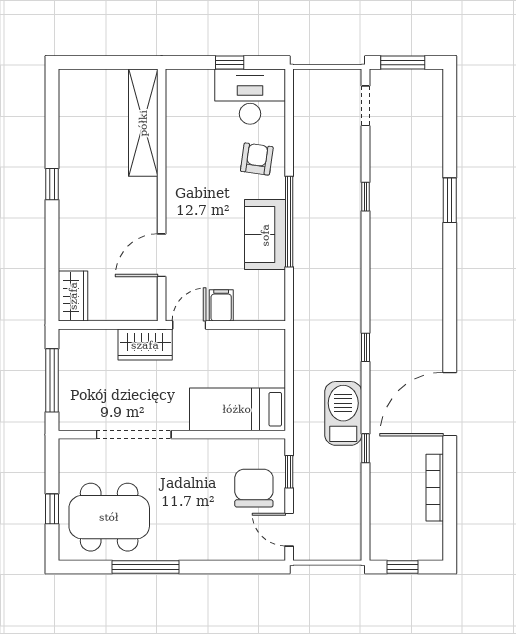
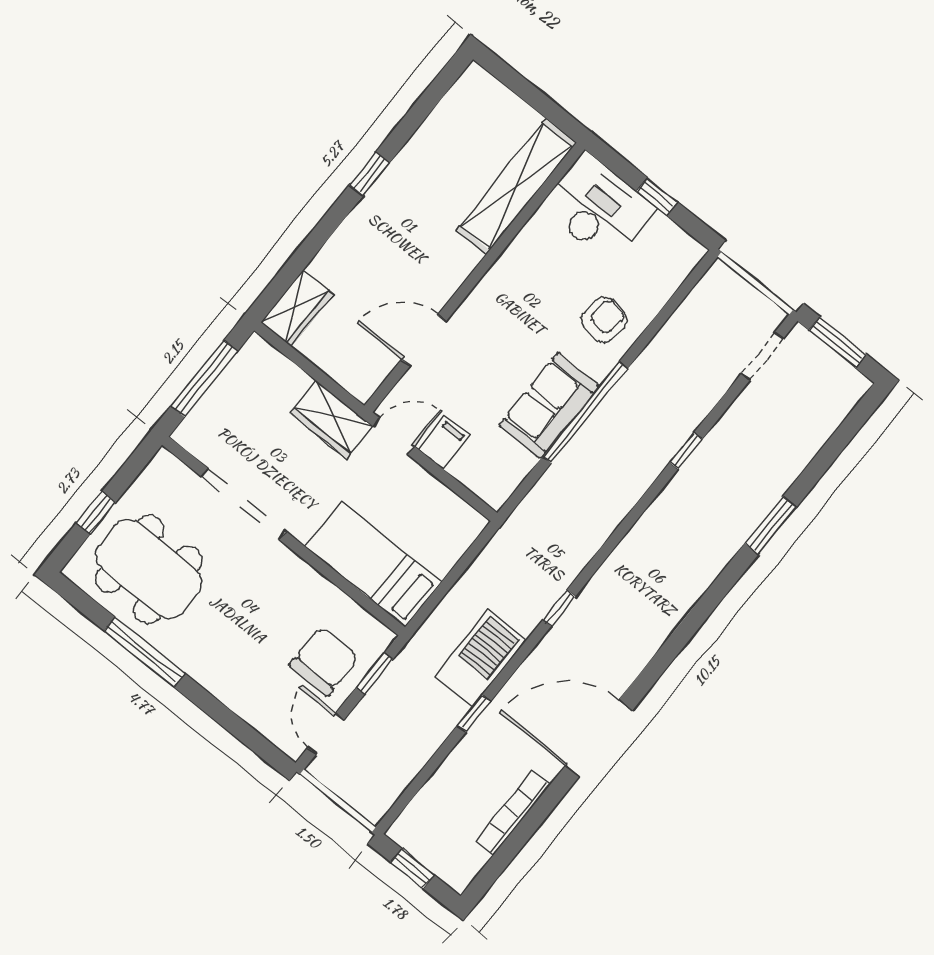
desk: (250, 97) -> (598, 208), moved

